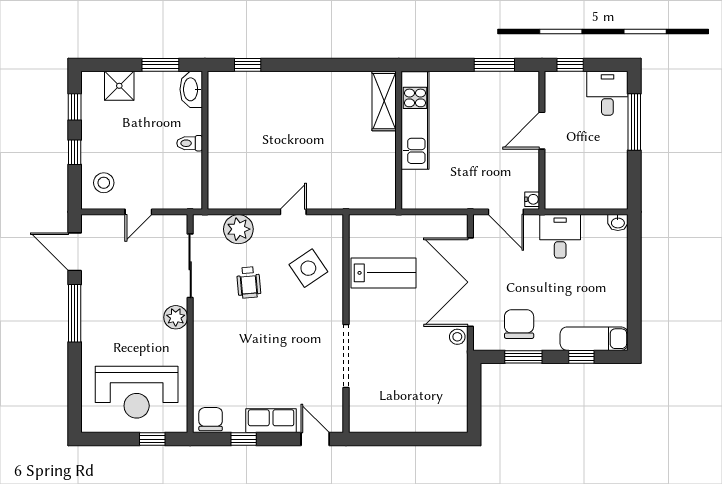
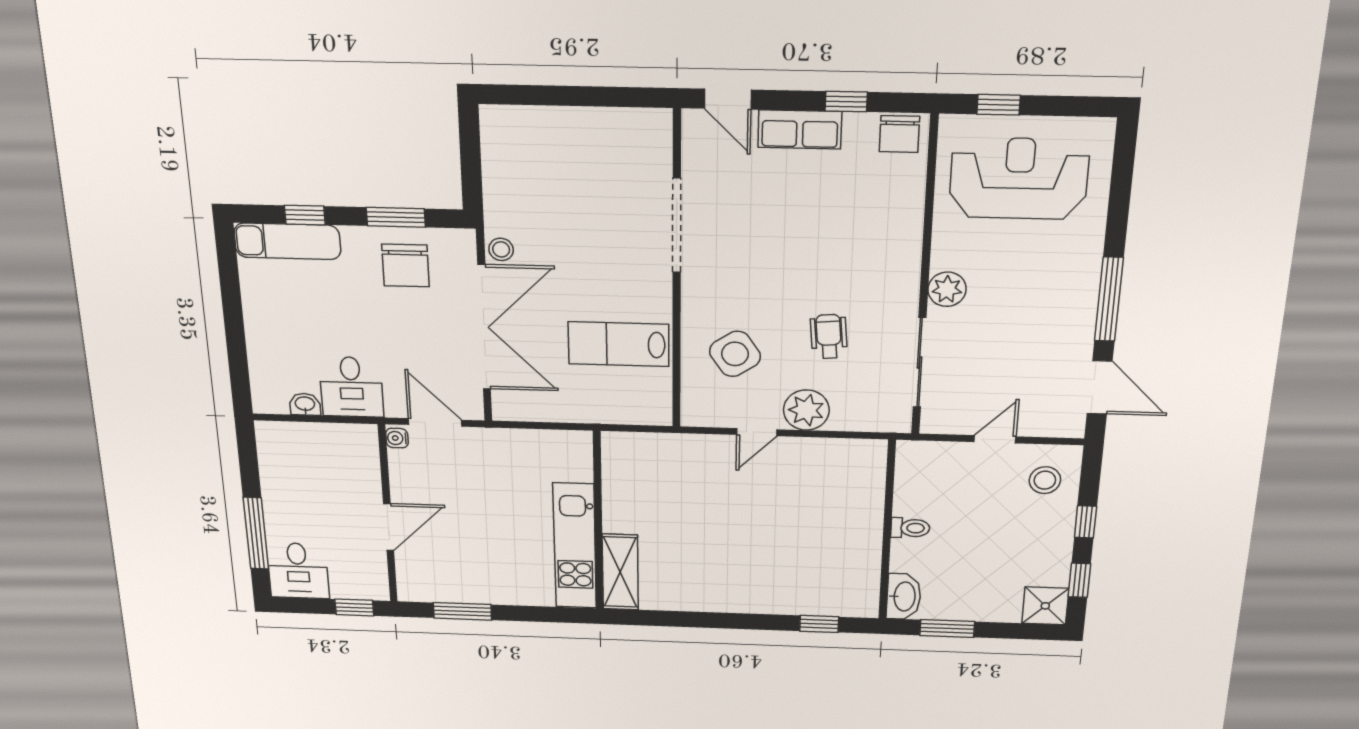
shower: (119, 86) -> (1045, 606), moved
washbasin: (618, 223) -> (305, 404), moved
plant: (238, 229) -> (806, 410), moved

